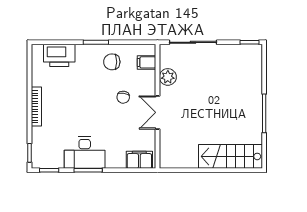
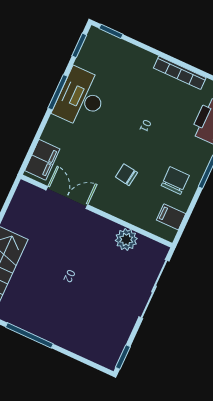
filing cabinet: (147, 62) -> (171, 217), moved, turned -90
bookcase: (36, 107) -> (180, 73), moved
double door: (158, 112) -> (67, 197), moved

